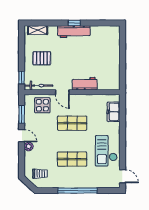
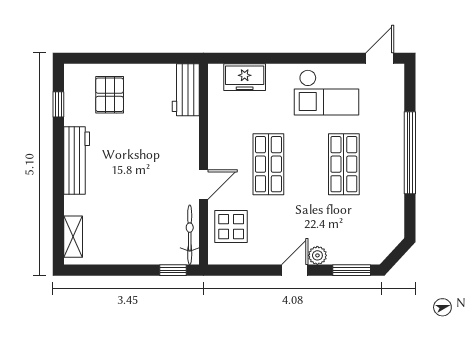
window: (74, 23) -> (58, 104), moved
pallet: (42, 58) -> (110, 95), moved
workbench: (85, 84) -> (186, 90), moved
window: (22, 114) -> (352, 270), moved
trolley: (40, 174) -> (375, 232), removed

